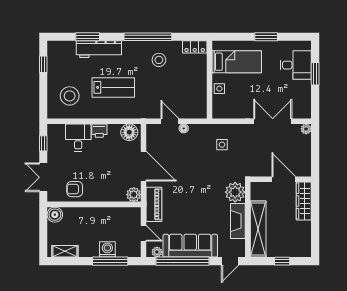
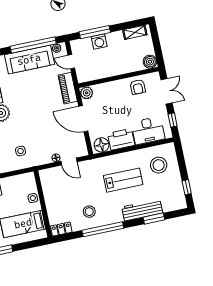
lab bench: (113, 87) -> (123, 180), turned 180
printer: (99, 131) -> (121, 139), width x1.87, depth x1.48
desk: (78, 137) -> (148, 130), width x1.37
armchair: (75, 189) -> (138, 87), turned 90

